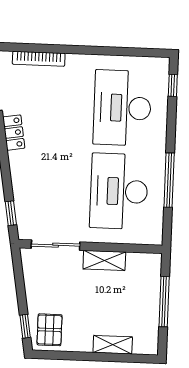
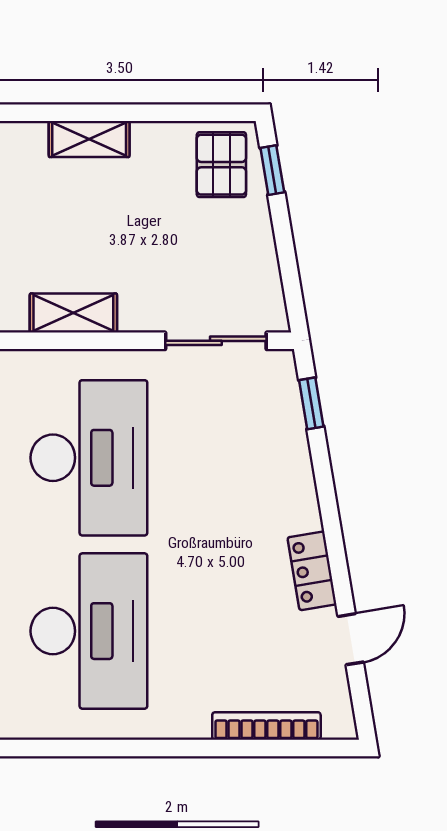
shelving: (104, 260) -> (73, 313), moved

